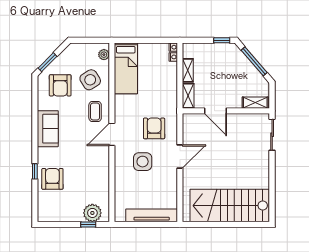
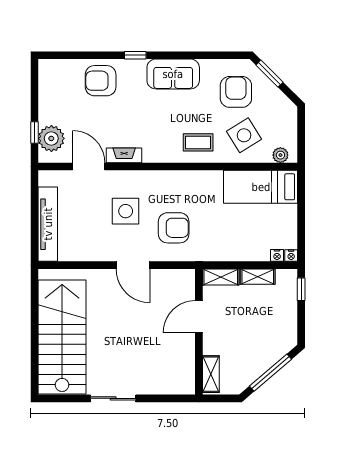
window: (222, 40) -> (301, 289), moved
armchair: (60, 85) -> (236, 92), turned 90
door: (112, 134) -> (89, 167), moved
sliding door: (272, 135) -> (113, 398), moved
fireplace: (104, 163) -> (124, 155), added
window: (35, 171) -> (135, 55), moved
armchair: (52, 179) -> (101, 81), turned 180

